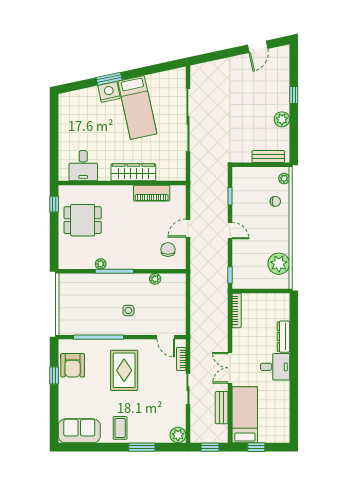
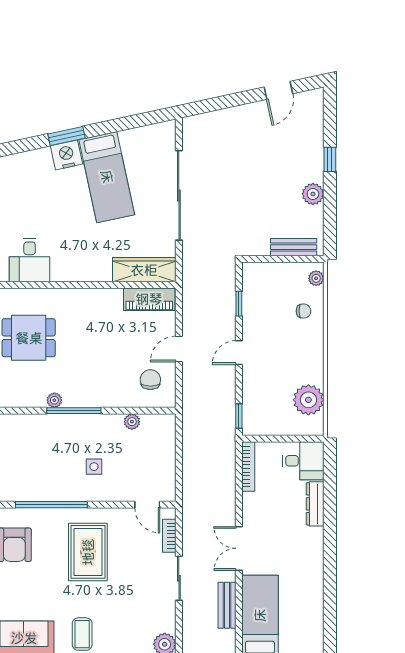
wardrobe: (133, 172) -> (144, 270), moved
piano: (152, 193) -> (149, 299), moved
door: (230, 231) -> (239, 353), swing flipped
desk: (275, 367) -> (303, 461), moved

